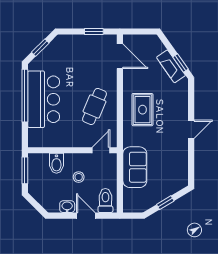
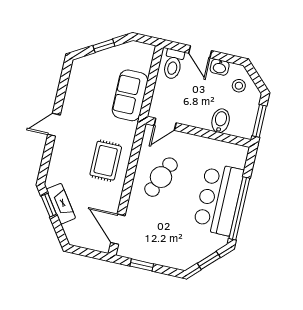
stool: (79, 177) -> (239, 86), moved

